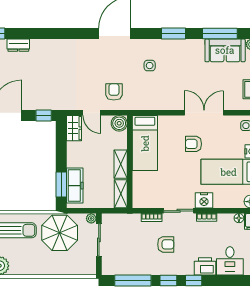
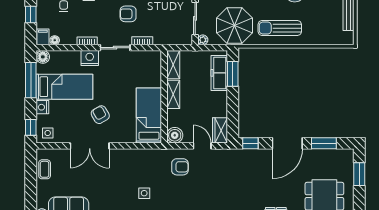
armchair: (114, 92) -> (180, 167), turned -90
armchair: (193, 144) -> (100, 115), turned -120

